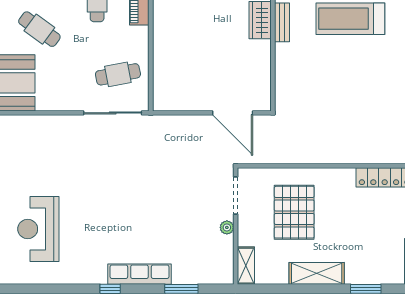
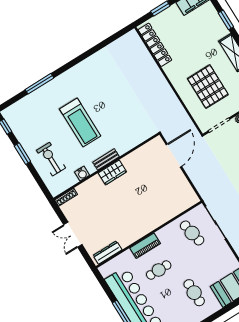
cafe table: (39, 29) -> (194, 293), turned -36
pallet: (294, 212) -> (208, 87), turned 90

